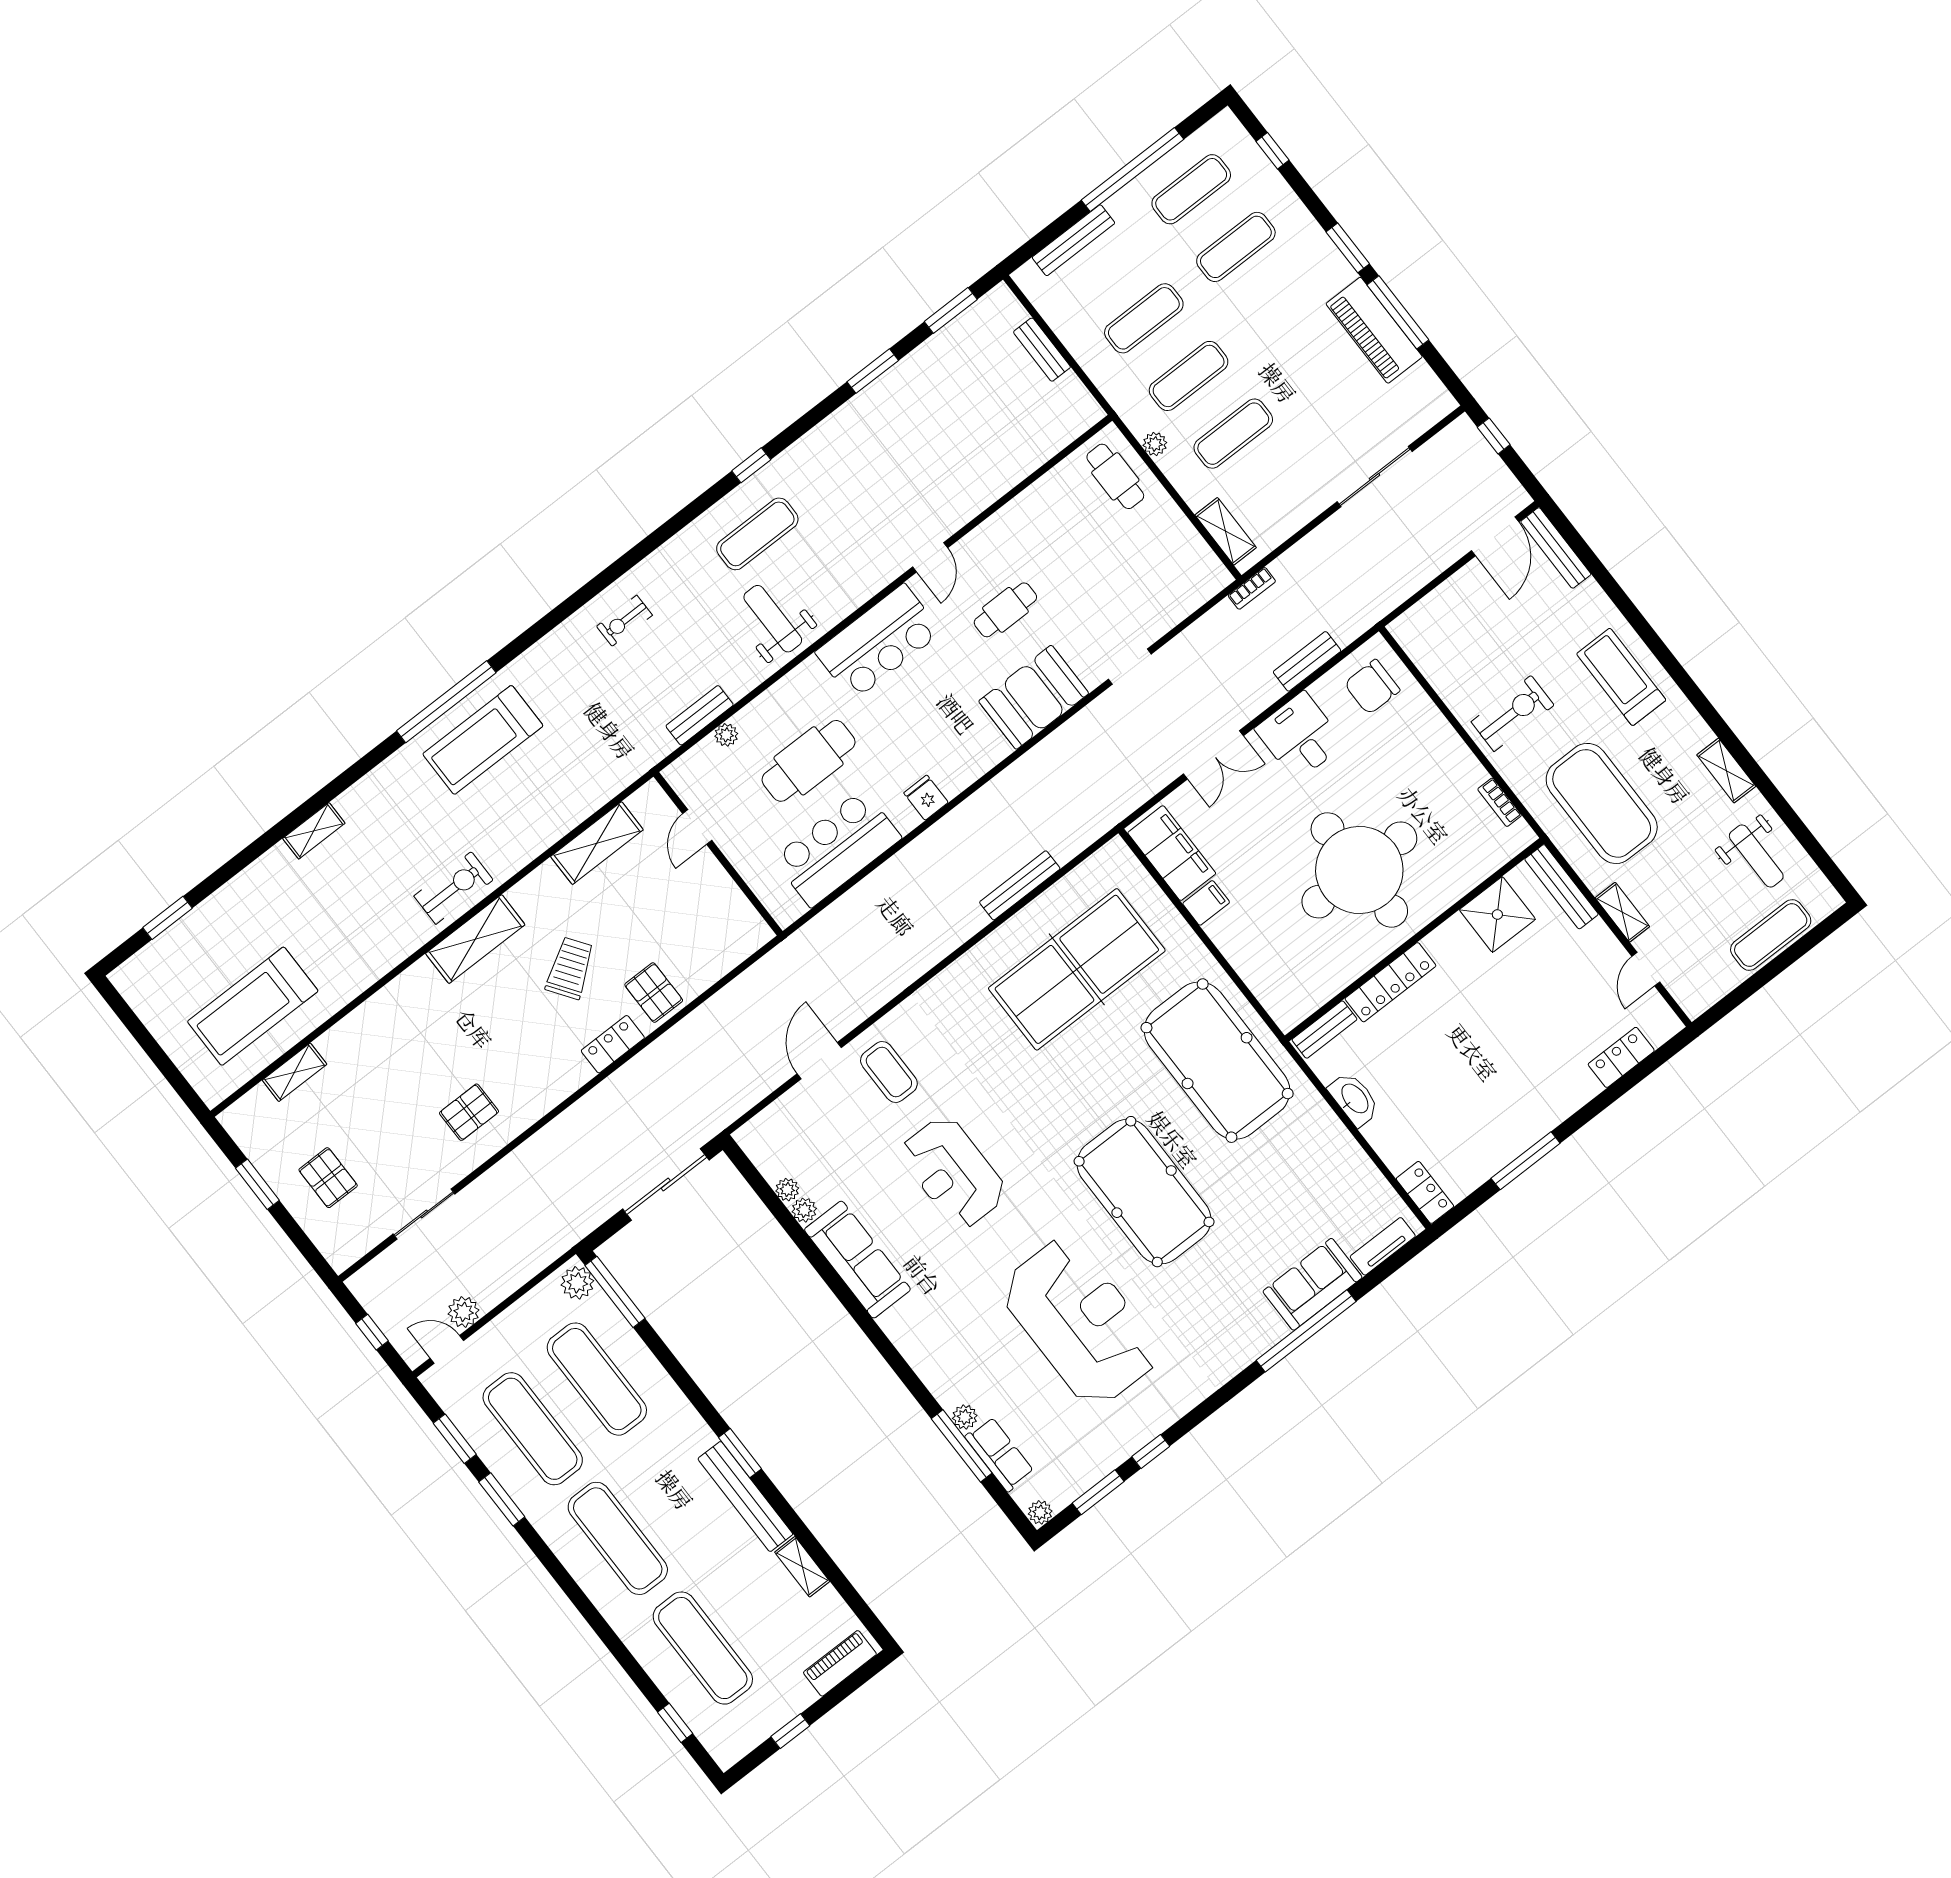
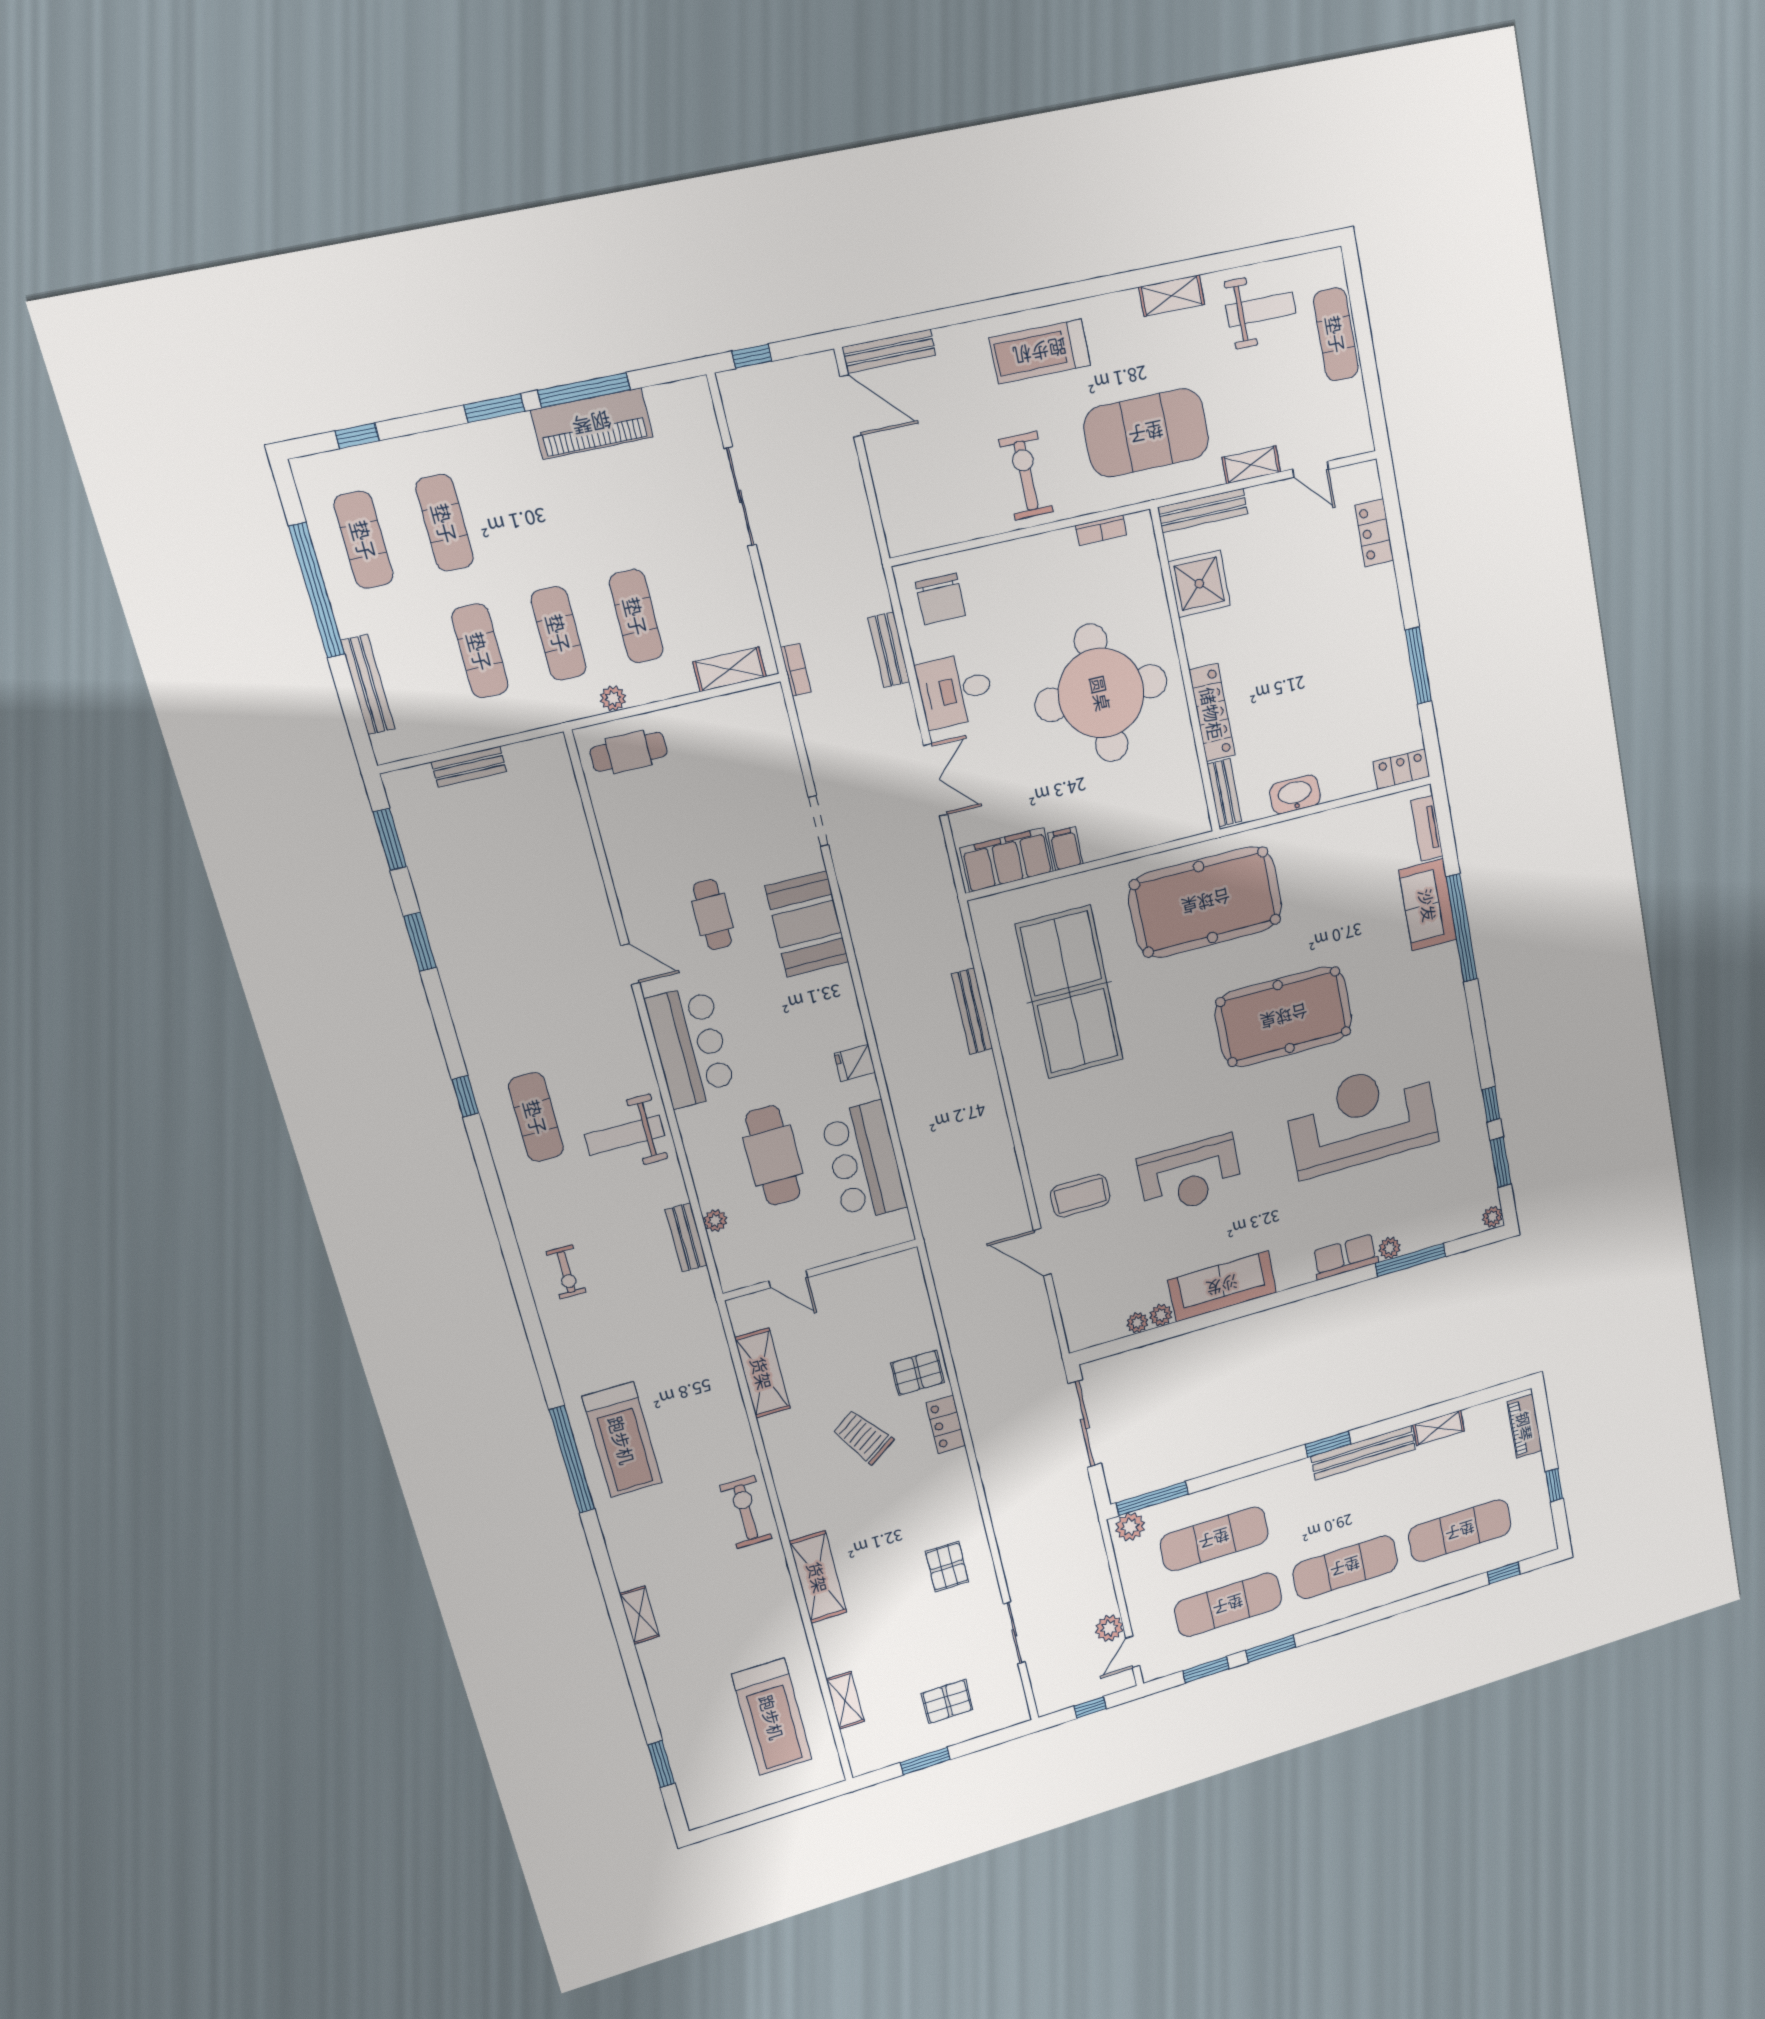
shelving: (475, 939) -> (818, 1577), moved
row of seats: (999, 1454) -> (1345, 1257), moved

